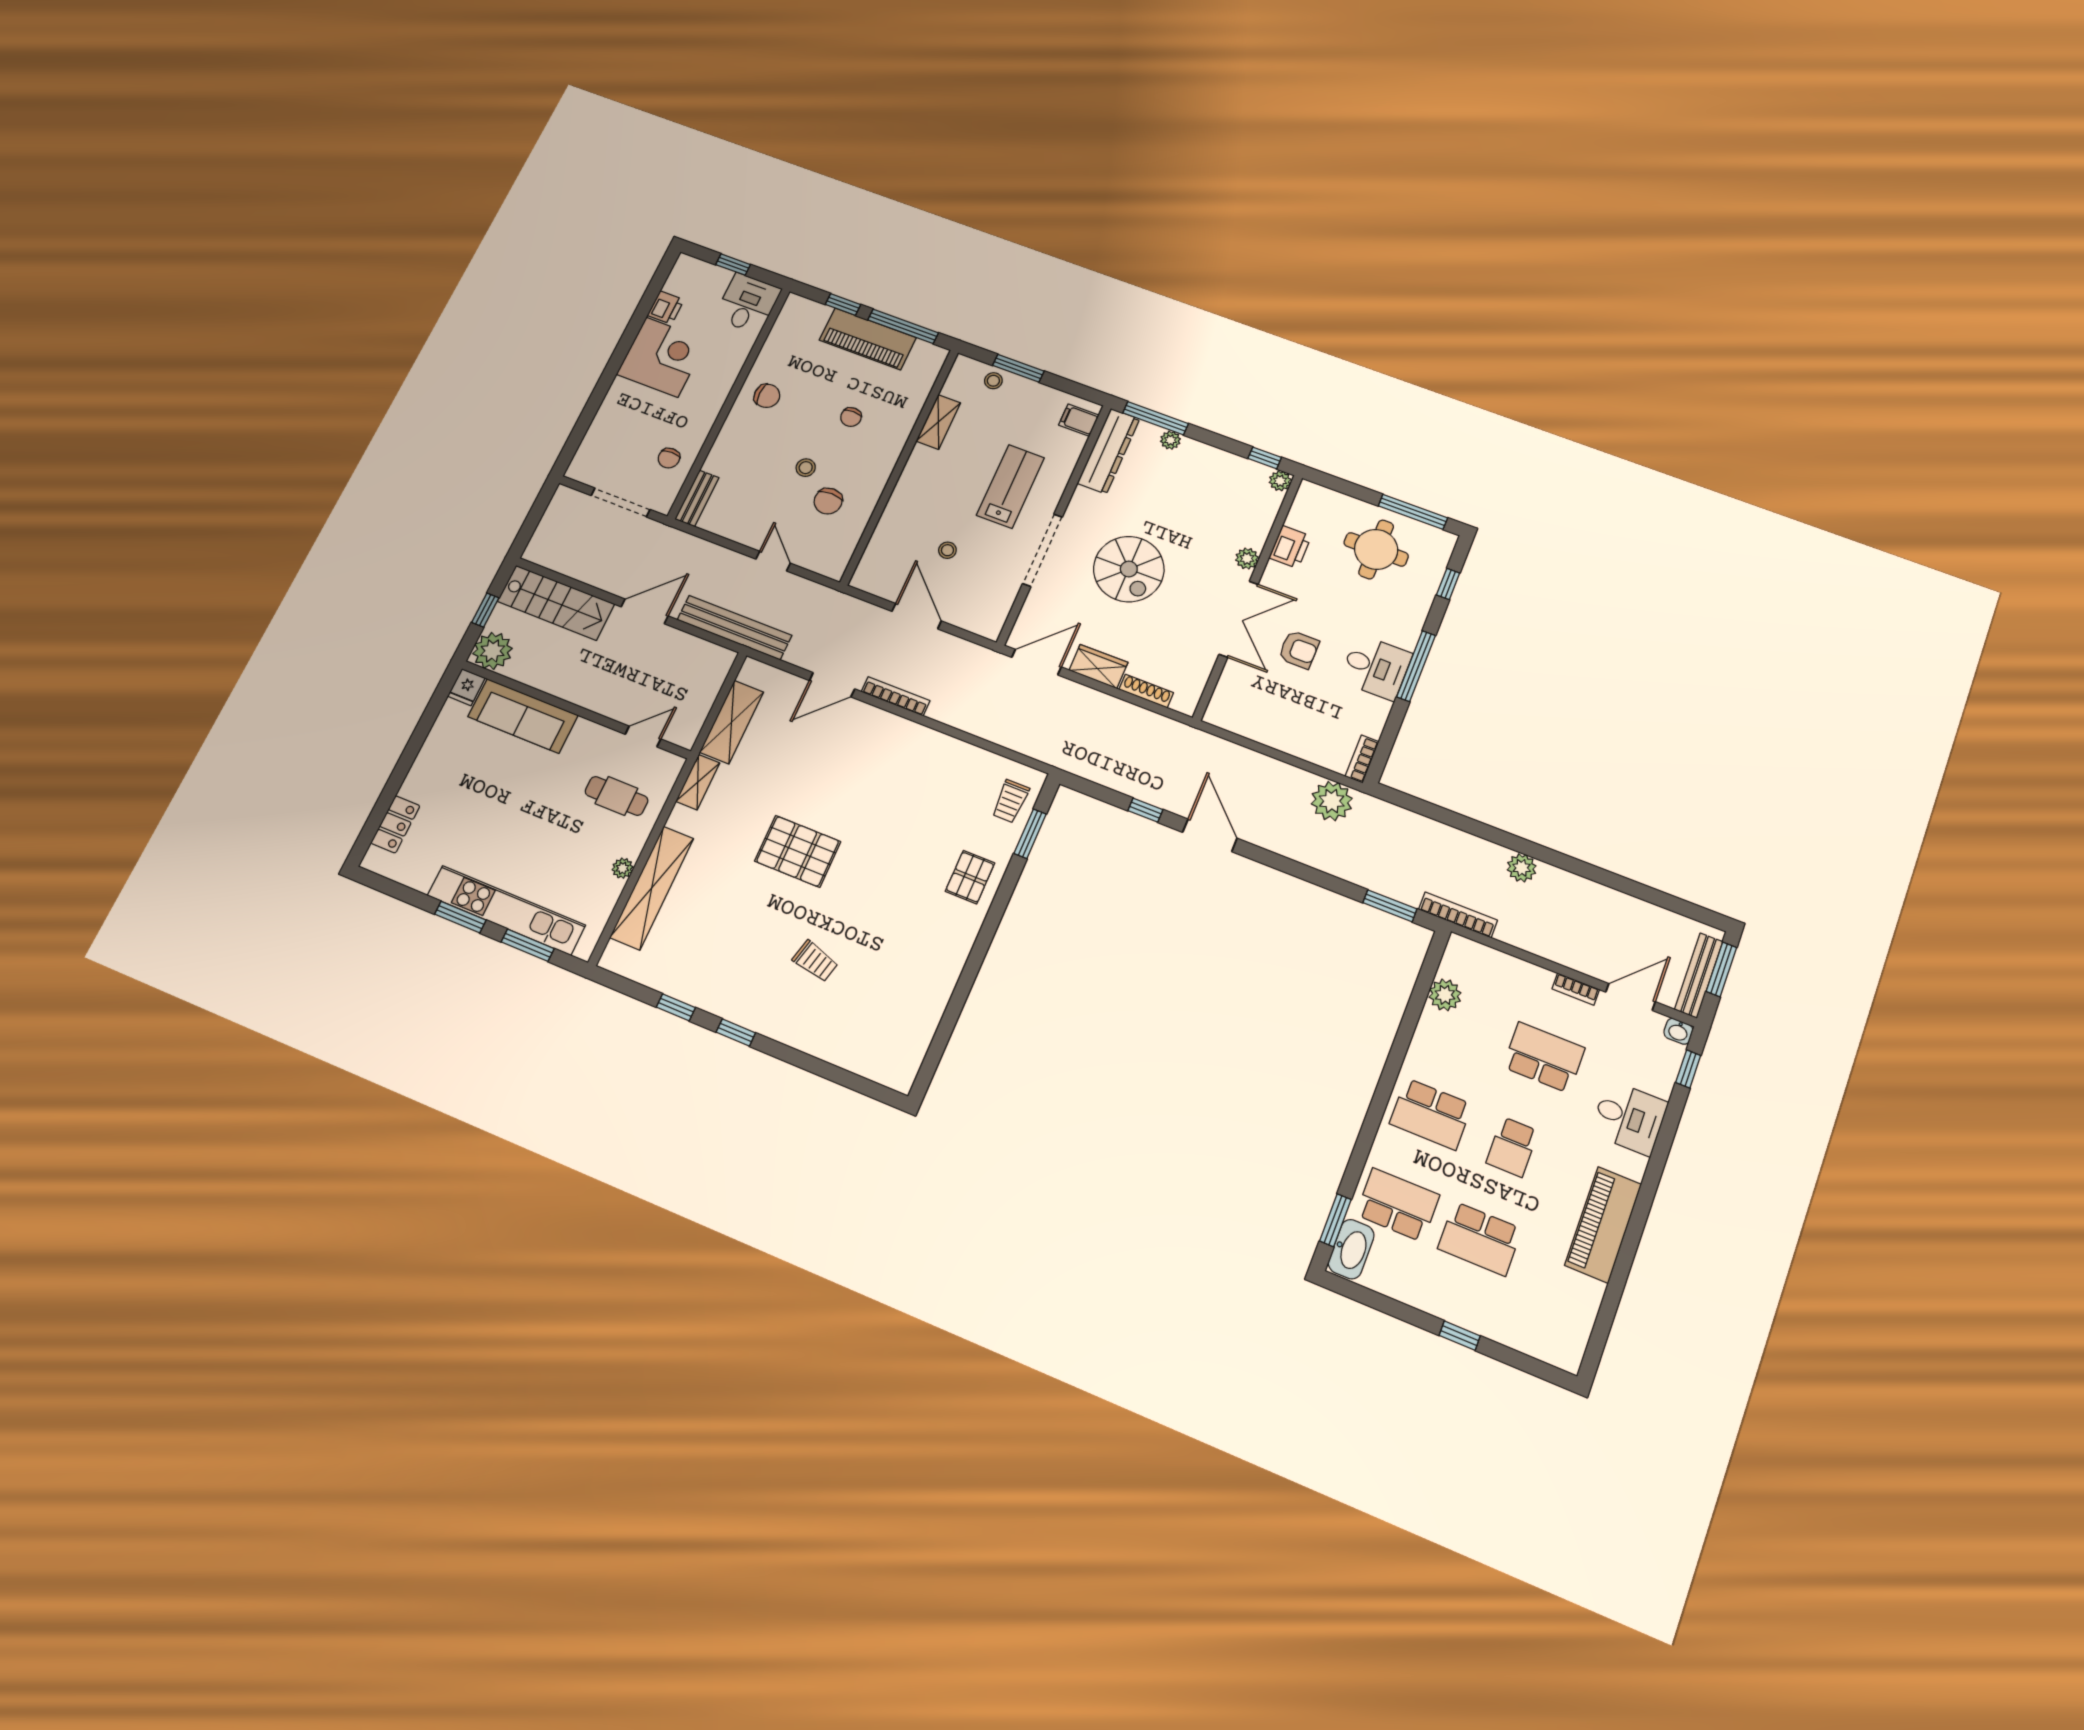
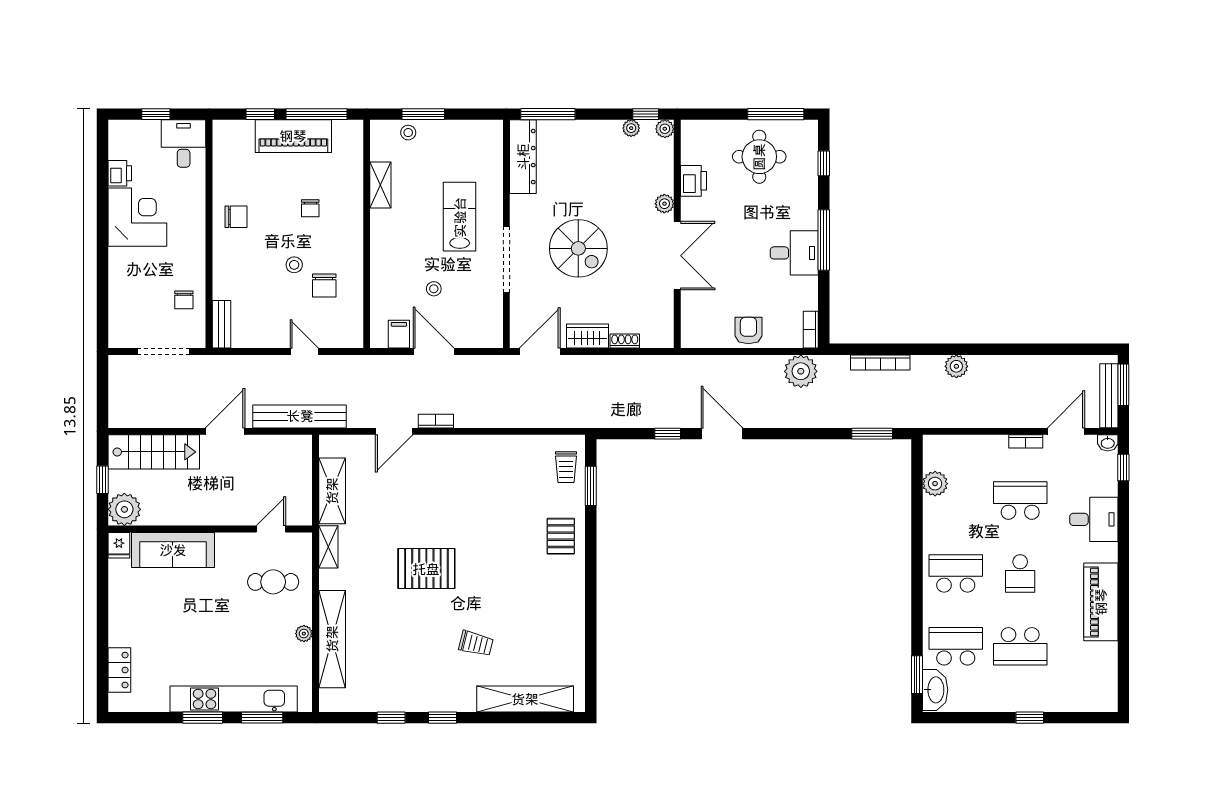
filing cabinet: (1079, 420) -> (399, 334), moved, turned 90
plant: (1170, 440) -> (631, 128), moved
armchair: (1299, 650) -> (748, 331), moved, turned -90
shoe rack: (1146, 691) -> (625, 341), width x0.70
bookcase: (896, 696) -> (436, 421), width x0.64
bookcase: (1458, 915) -> (880, 362), moved, turned 180
shelving: (843, 1051) -> (525, 699), added
school desk: (1431, 1114) -> (956, 573), turned 180

